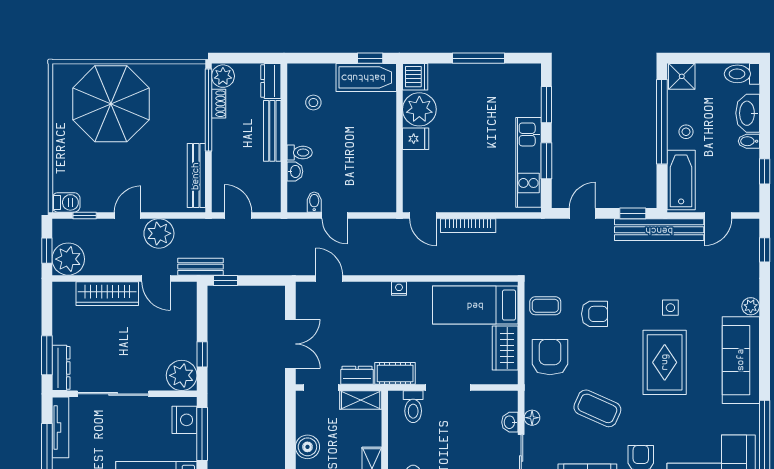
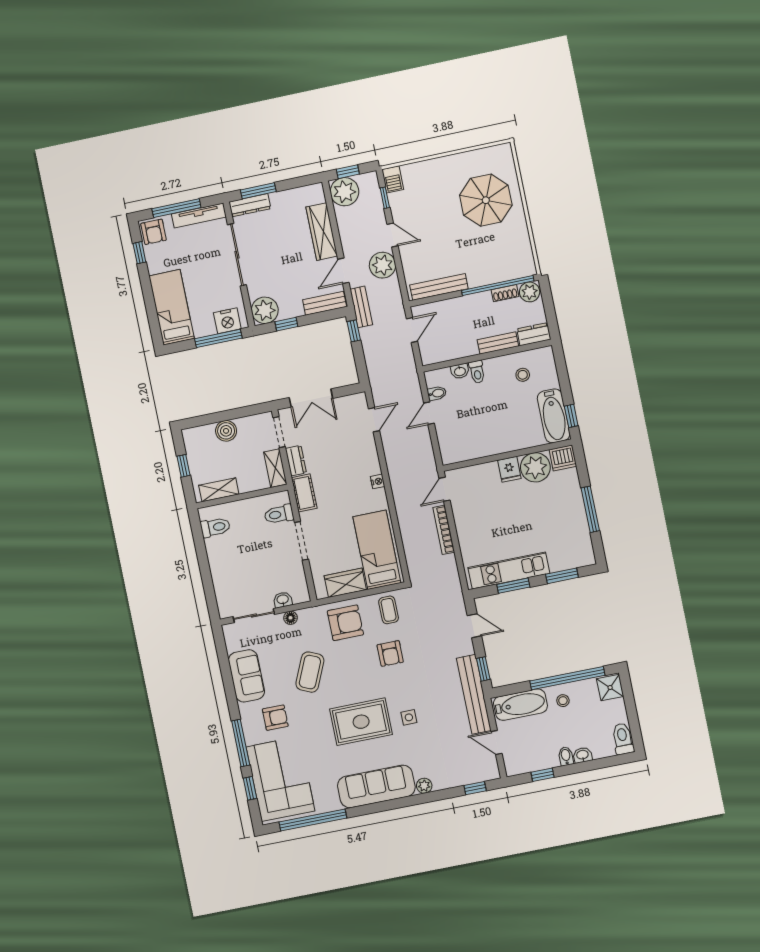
parasol: (111, 104) -> (486, 200), width x0.73, depth x0.73
washbasin: (748, 113) -> (583, 755), width x0.52, depth x0.69
bench: (272, 131) -> (498, 343), width x0.73
bench: (188, 307) -> (325, 303), added

